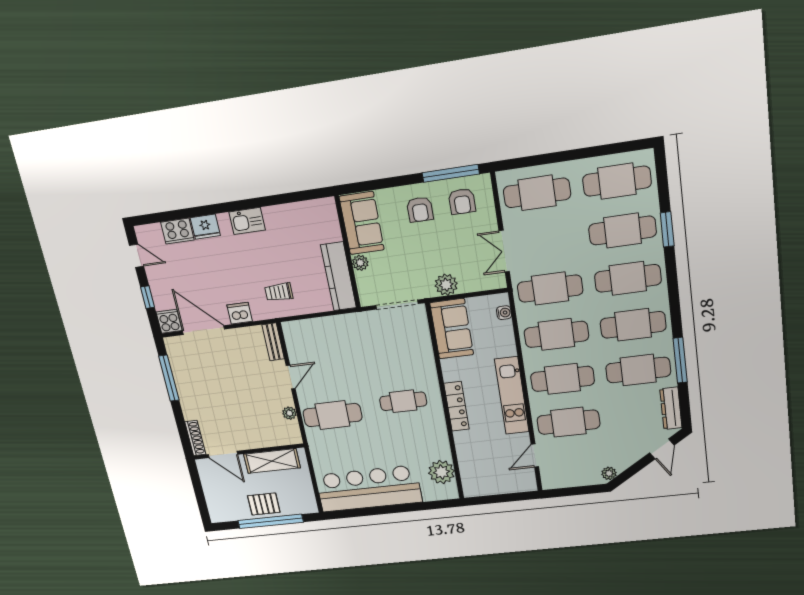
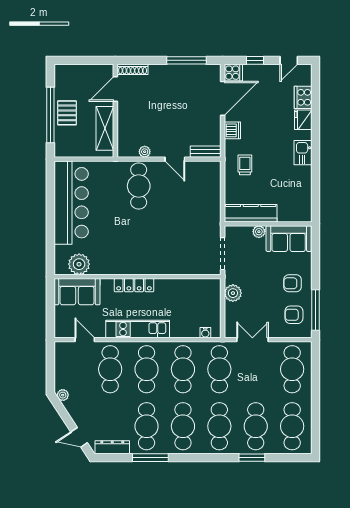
sofa: (452, 329) -> (77, 292), moved
cafe table: (403, 401) -> (143, 244), removed

